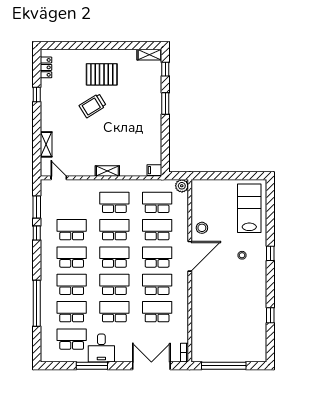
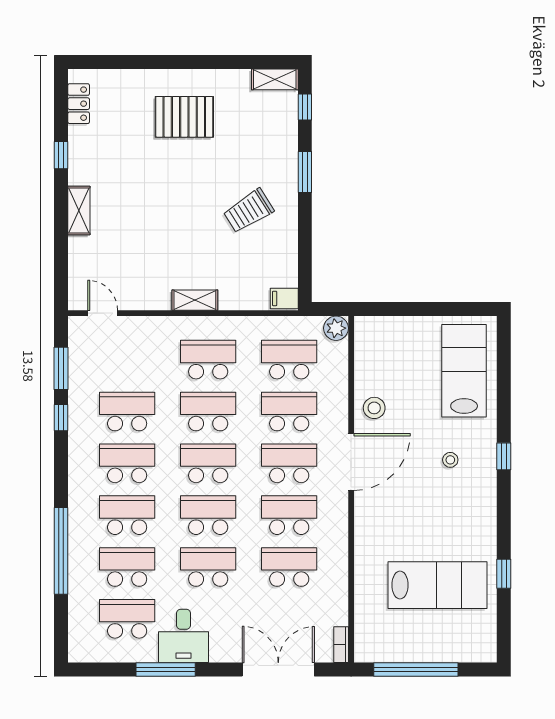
trolley: (93, 106) -> (249, 211), moved
shelving: (46, 144) -> (79, 210), moved
lab bench: (235, 321) -> (437, 585), added

